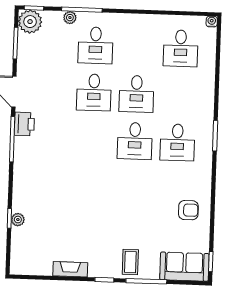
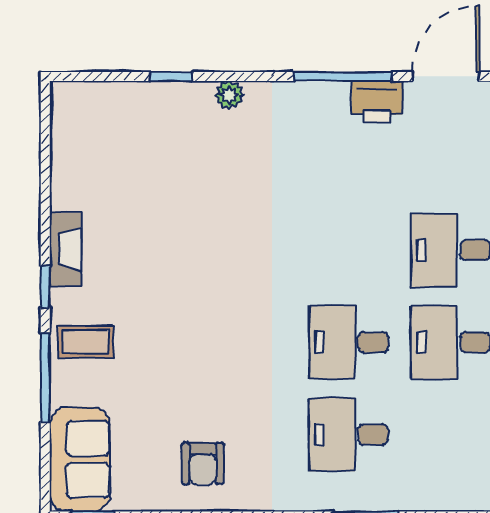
plant: (18, 220) -> (229, 95), moved
fireplace: (70, 269) -> (65, 249), moved

